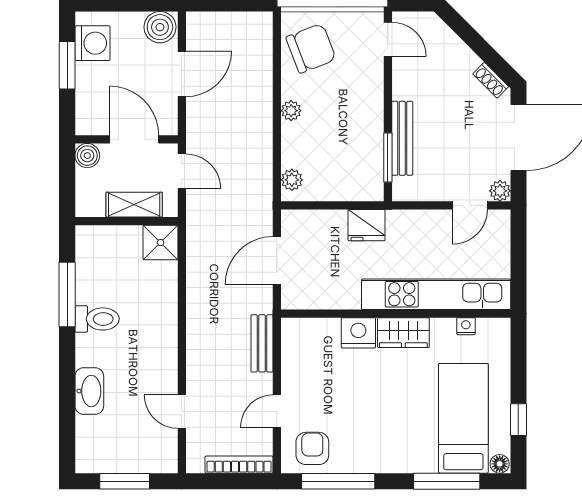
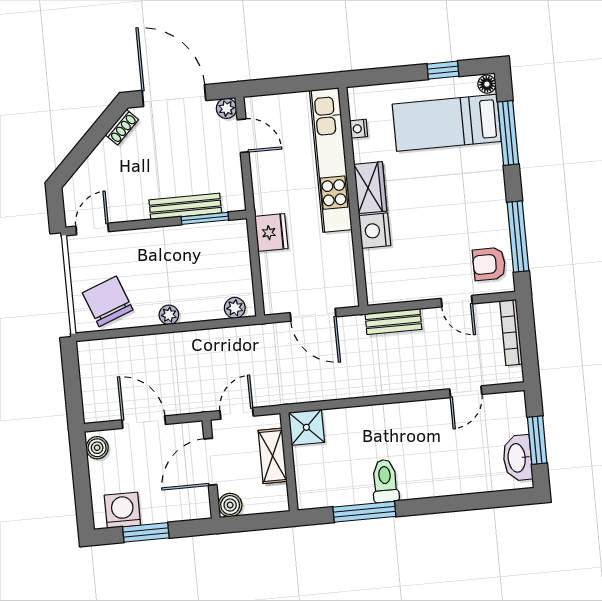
boiler: (160, 27) -> (97, 448), width x0.73, depth x0.73
washbasin: (89, 391) -> (518, 458), moved, turned -90

